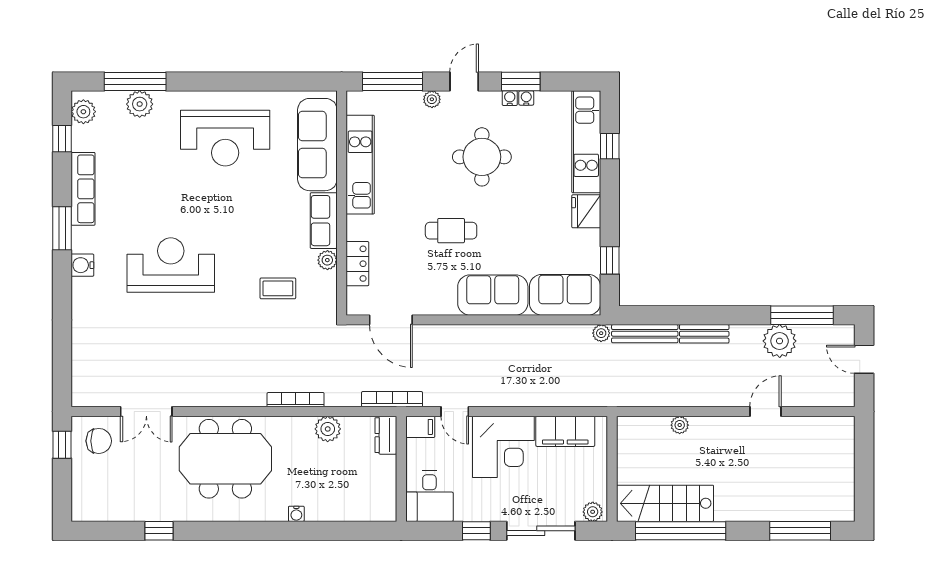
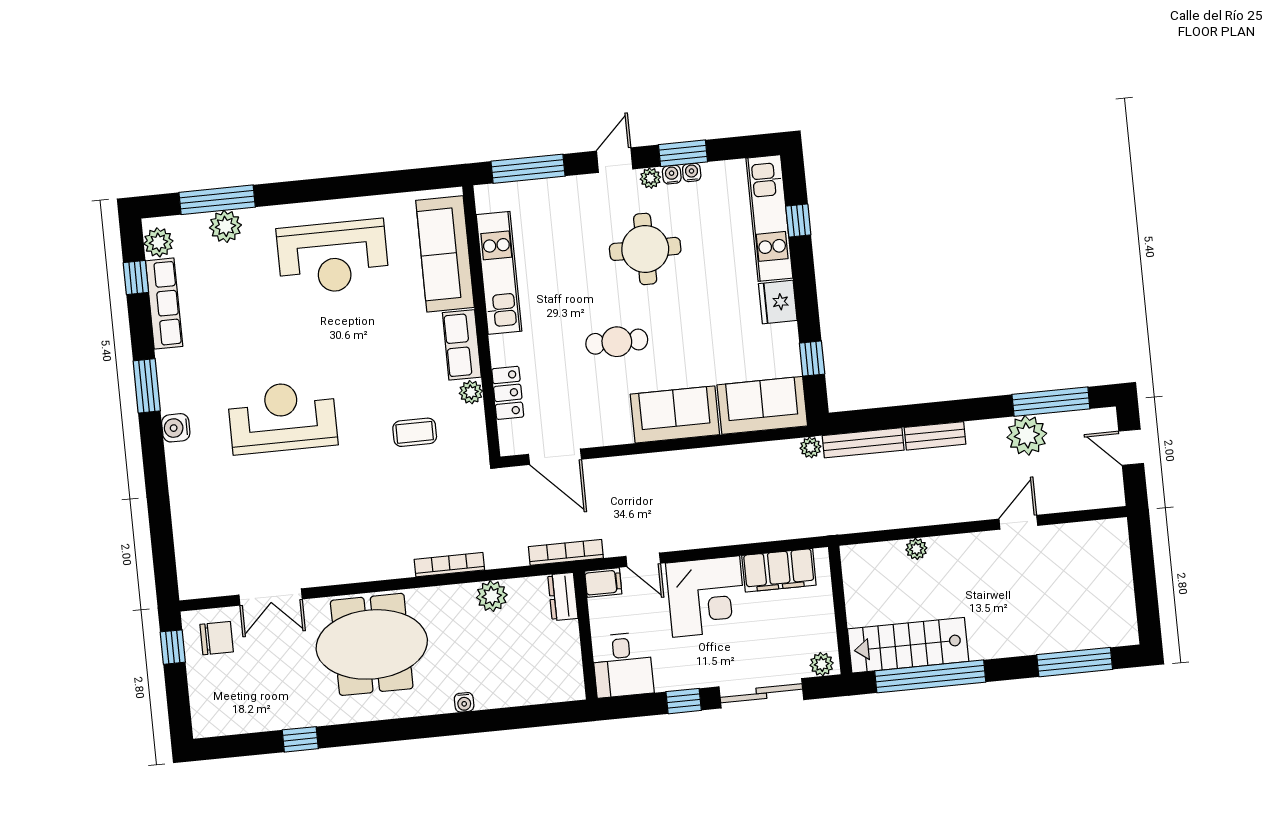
plant: (432, 99) -> (650, 178), moved
row of seats: (83, 189) -> (164, 304), moved

